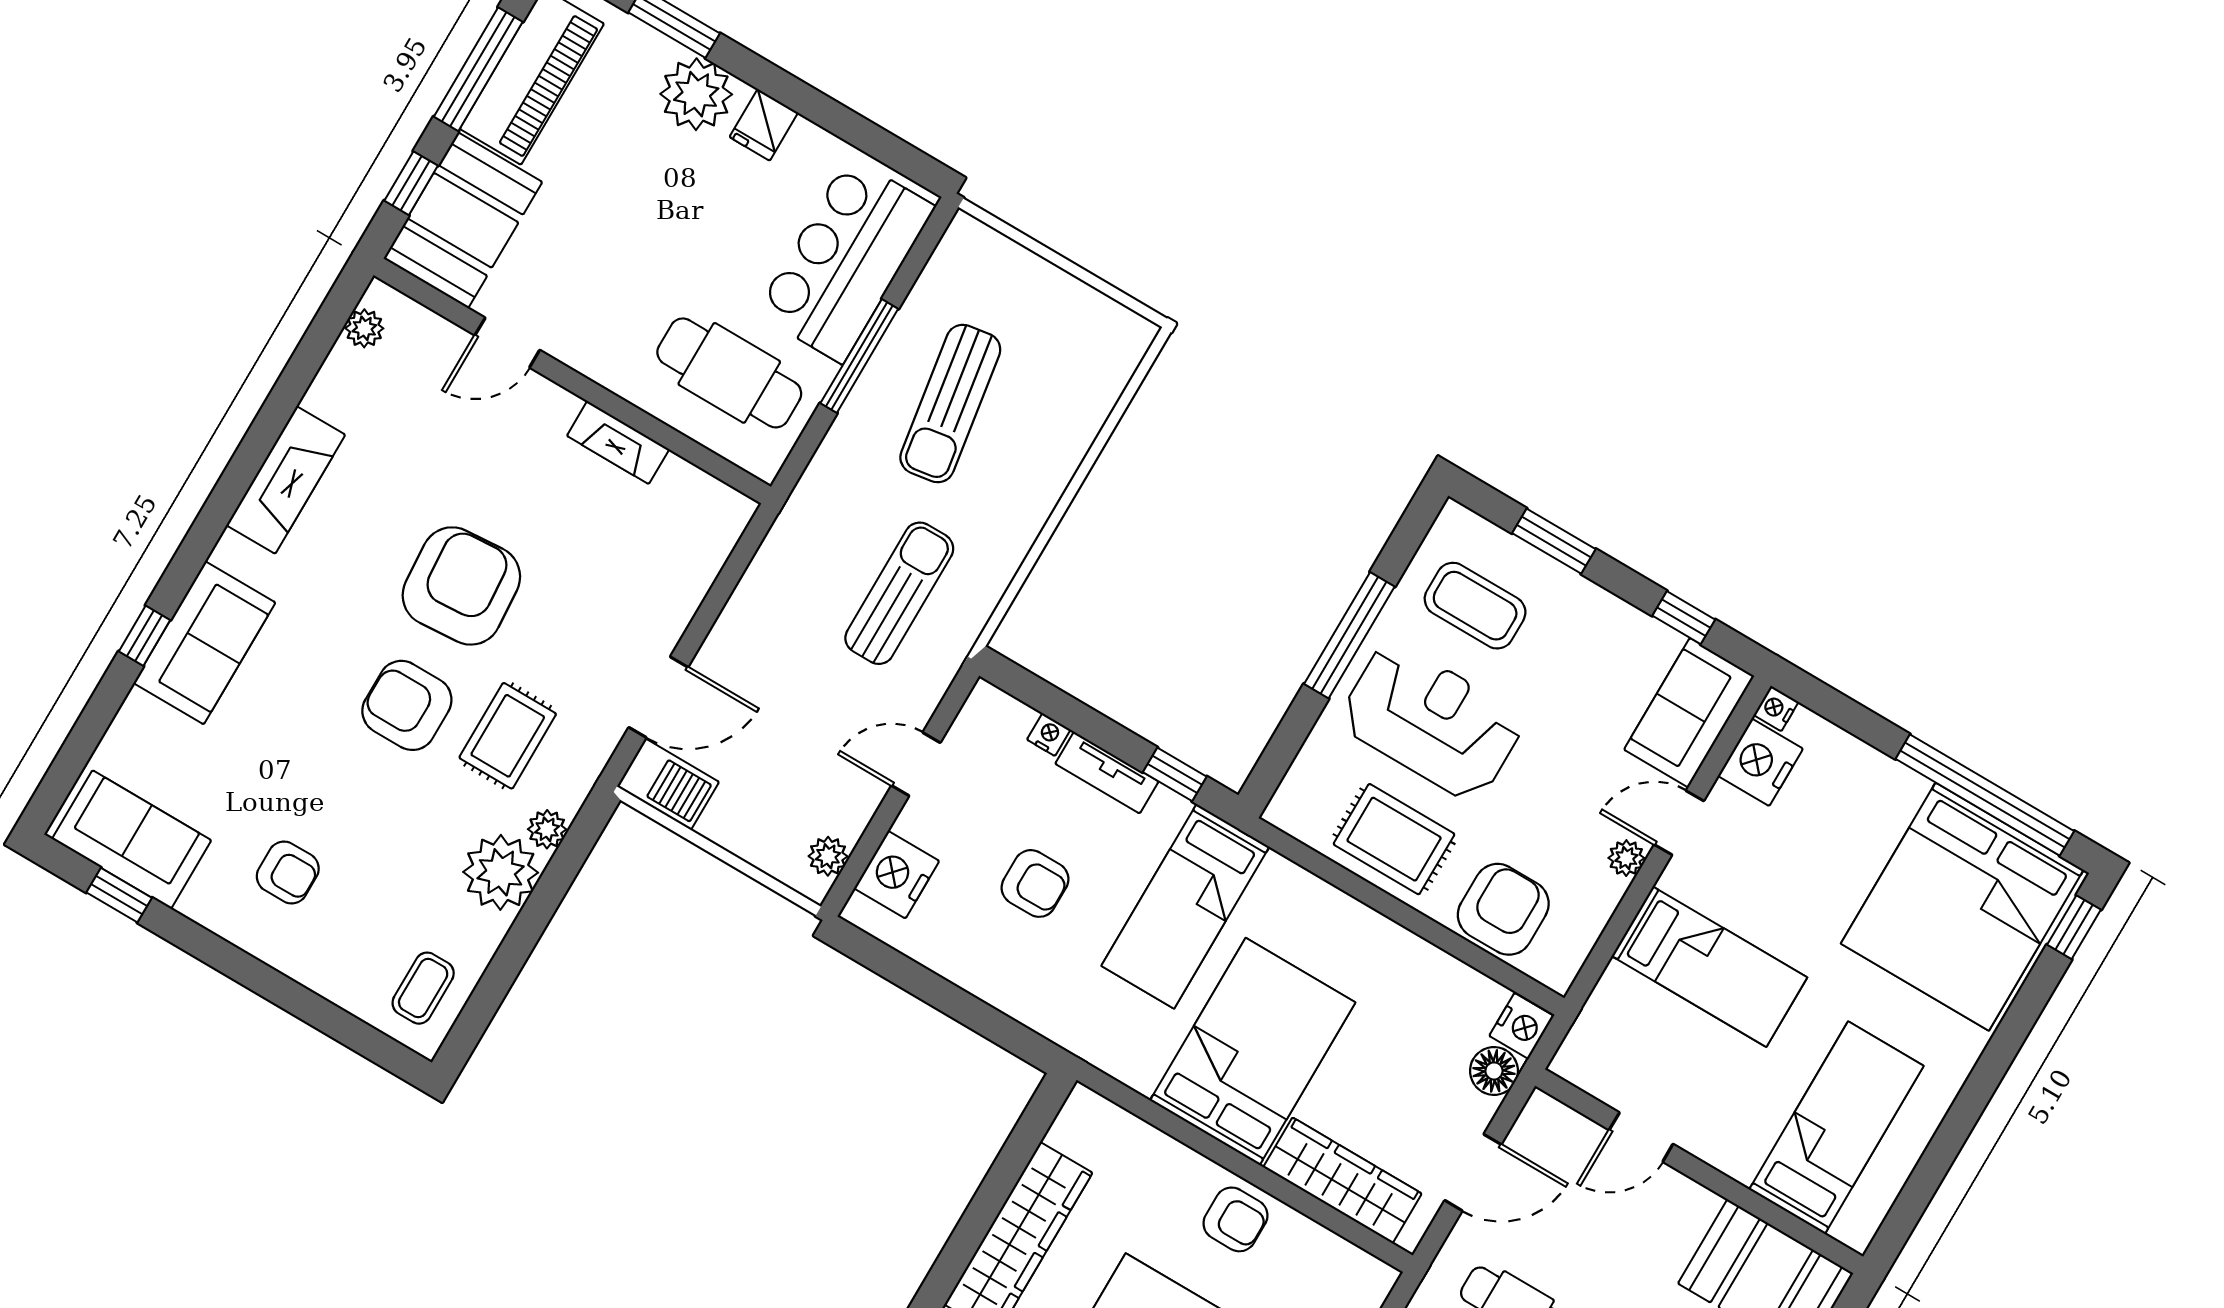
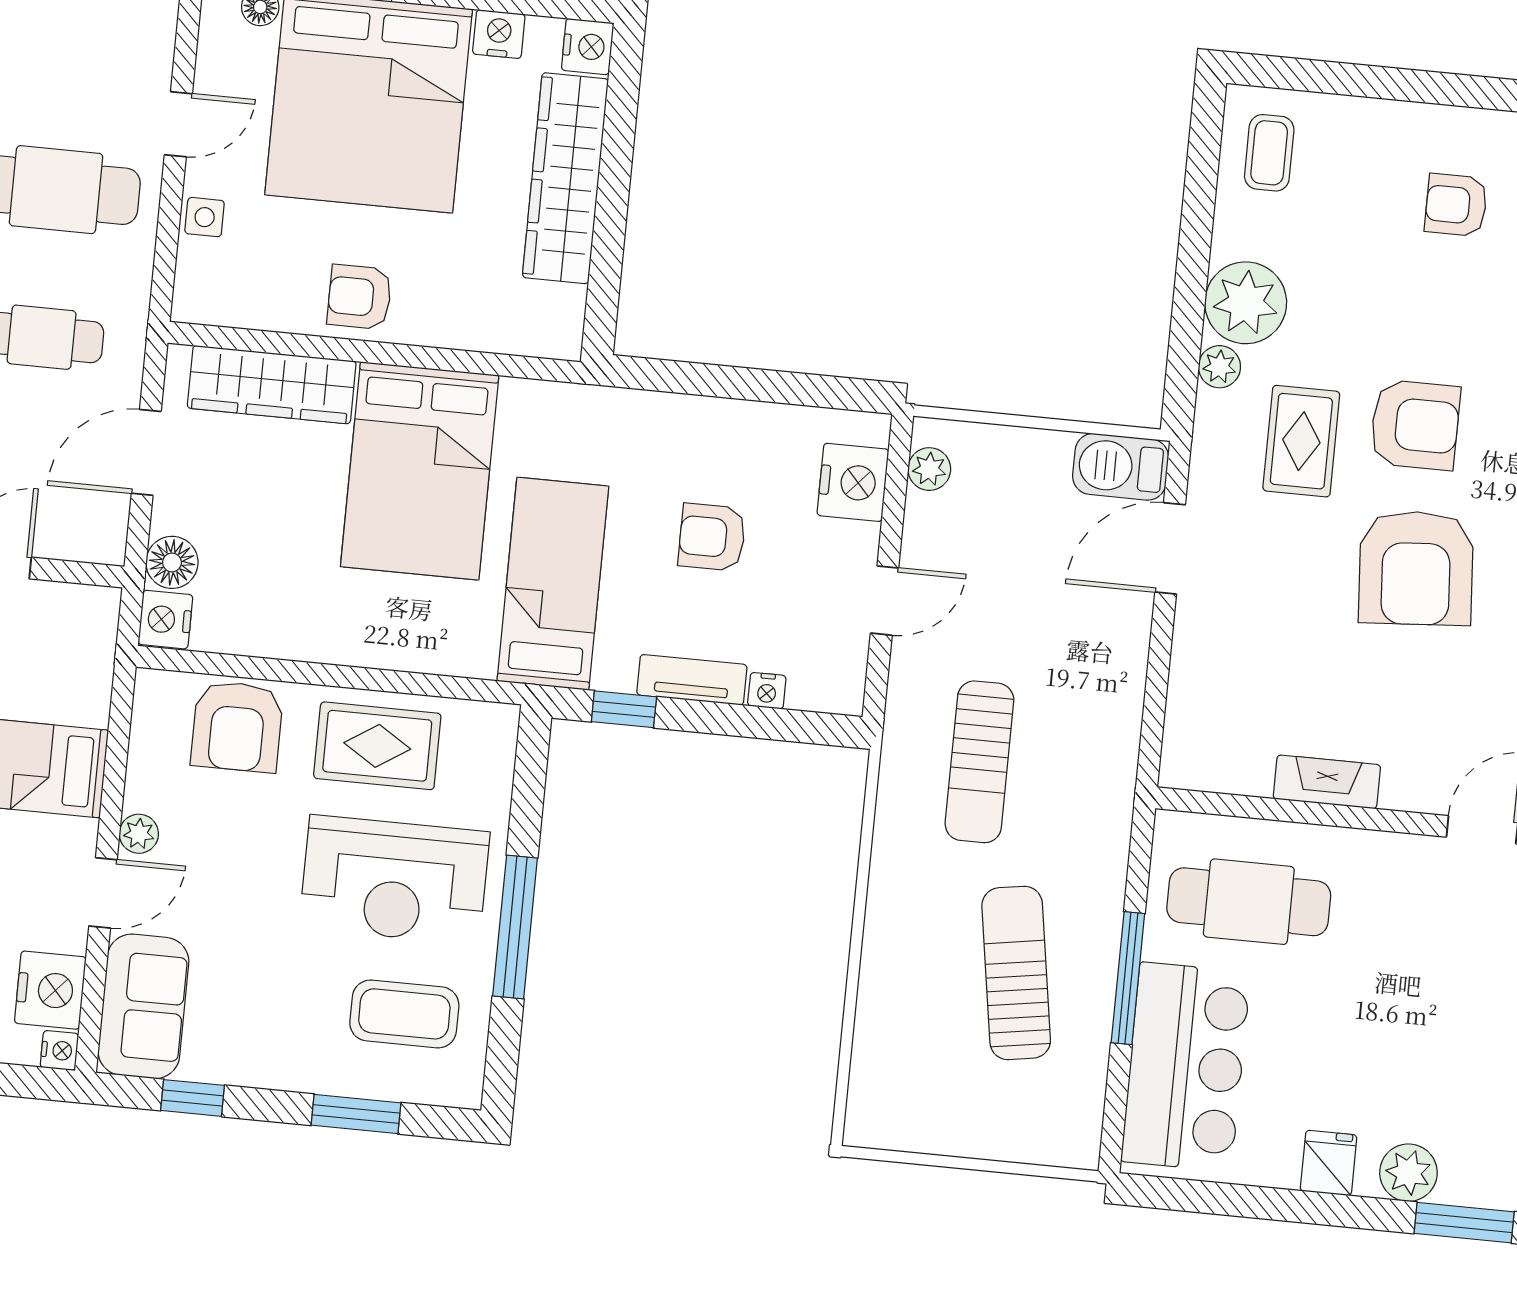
plant: (696, 94) -> (1408, 1173), width x0.73, depth x0.73

